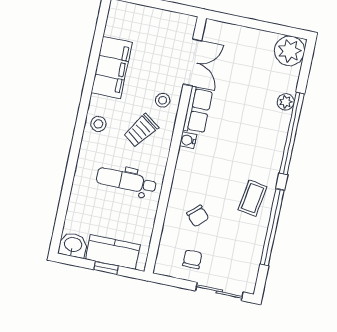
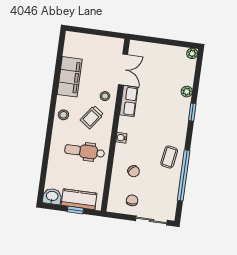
plant: (290, 51) -> (192, 53), width x0.53, depth x0.53
window: (292, 133) -> (192, 112), width x0.32
water cooler: (188, 140) -> (121, 138), moved

